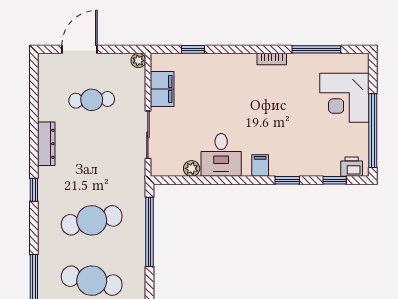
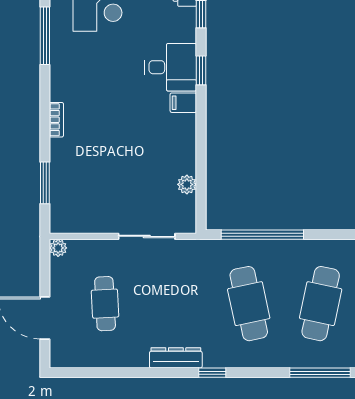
window: (193, 49) -> (45, 183), width x1.50
bookcase: (272, 59) -> (56, 120), moved
filing cabinet: (162, 89) -> (92, 220), removed
dresser: (46, 144) -> (176, 358), moved
desk: (221, 155) -> (171, 67), moved

